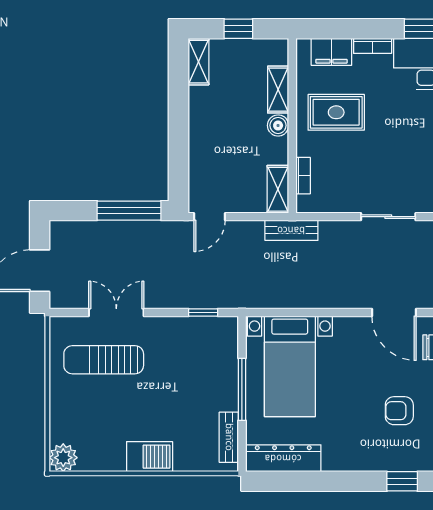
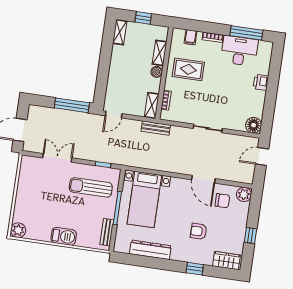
filing cabinet: (331, 52) -> (190, 37), width x0.50
sun lounger: (104, 360) -> (91, 187), moved
dresser: (283, 458) -> (150, 250), moved

